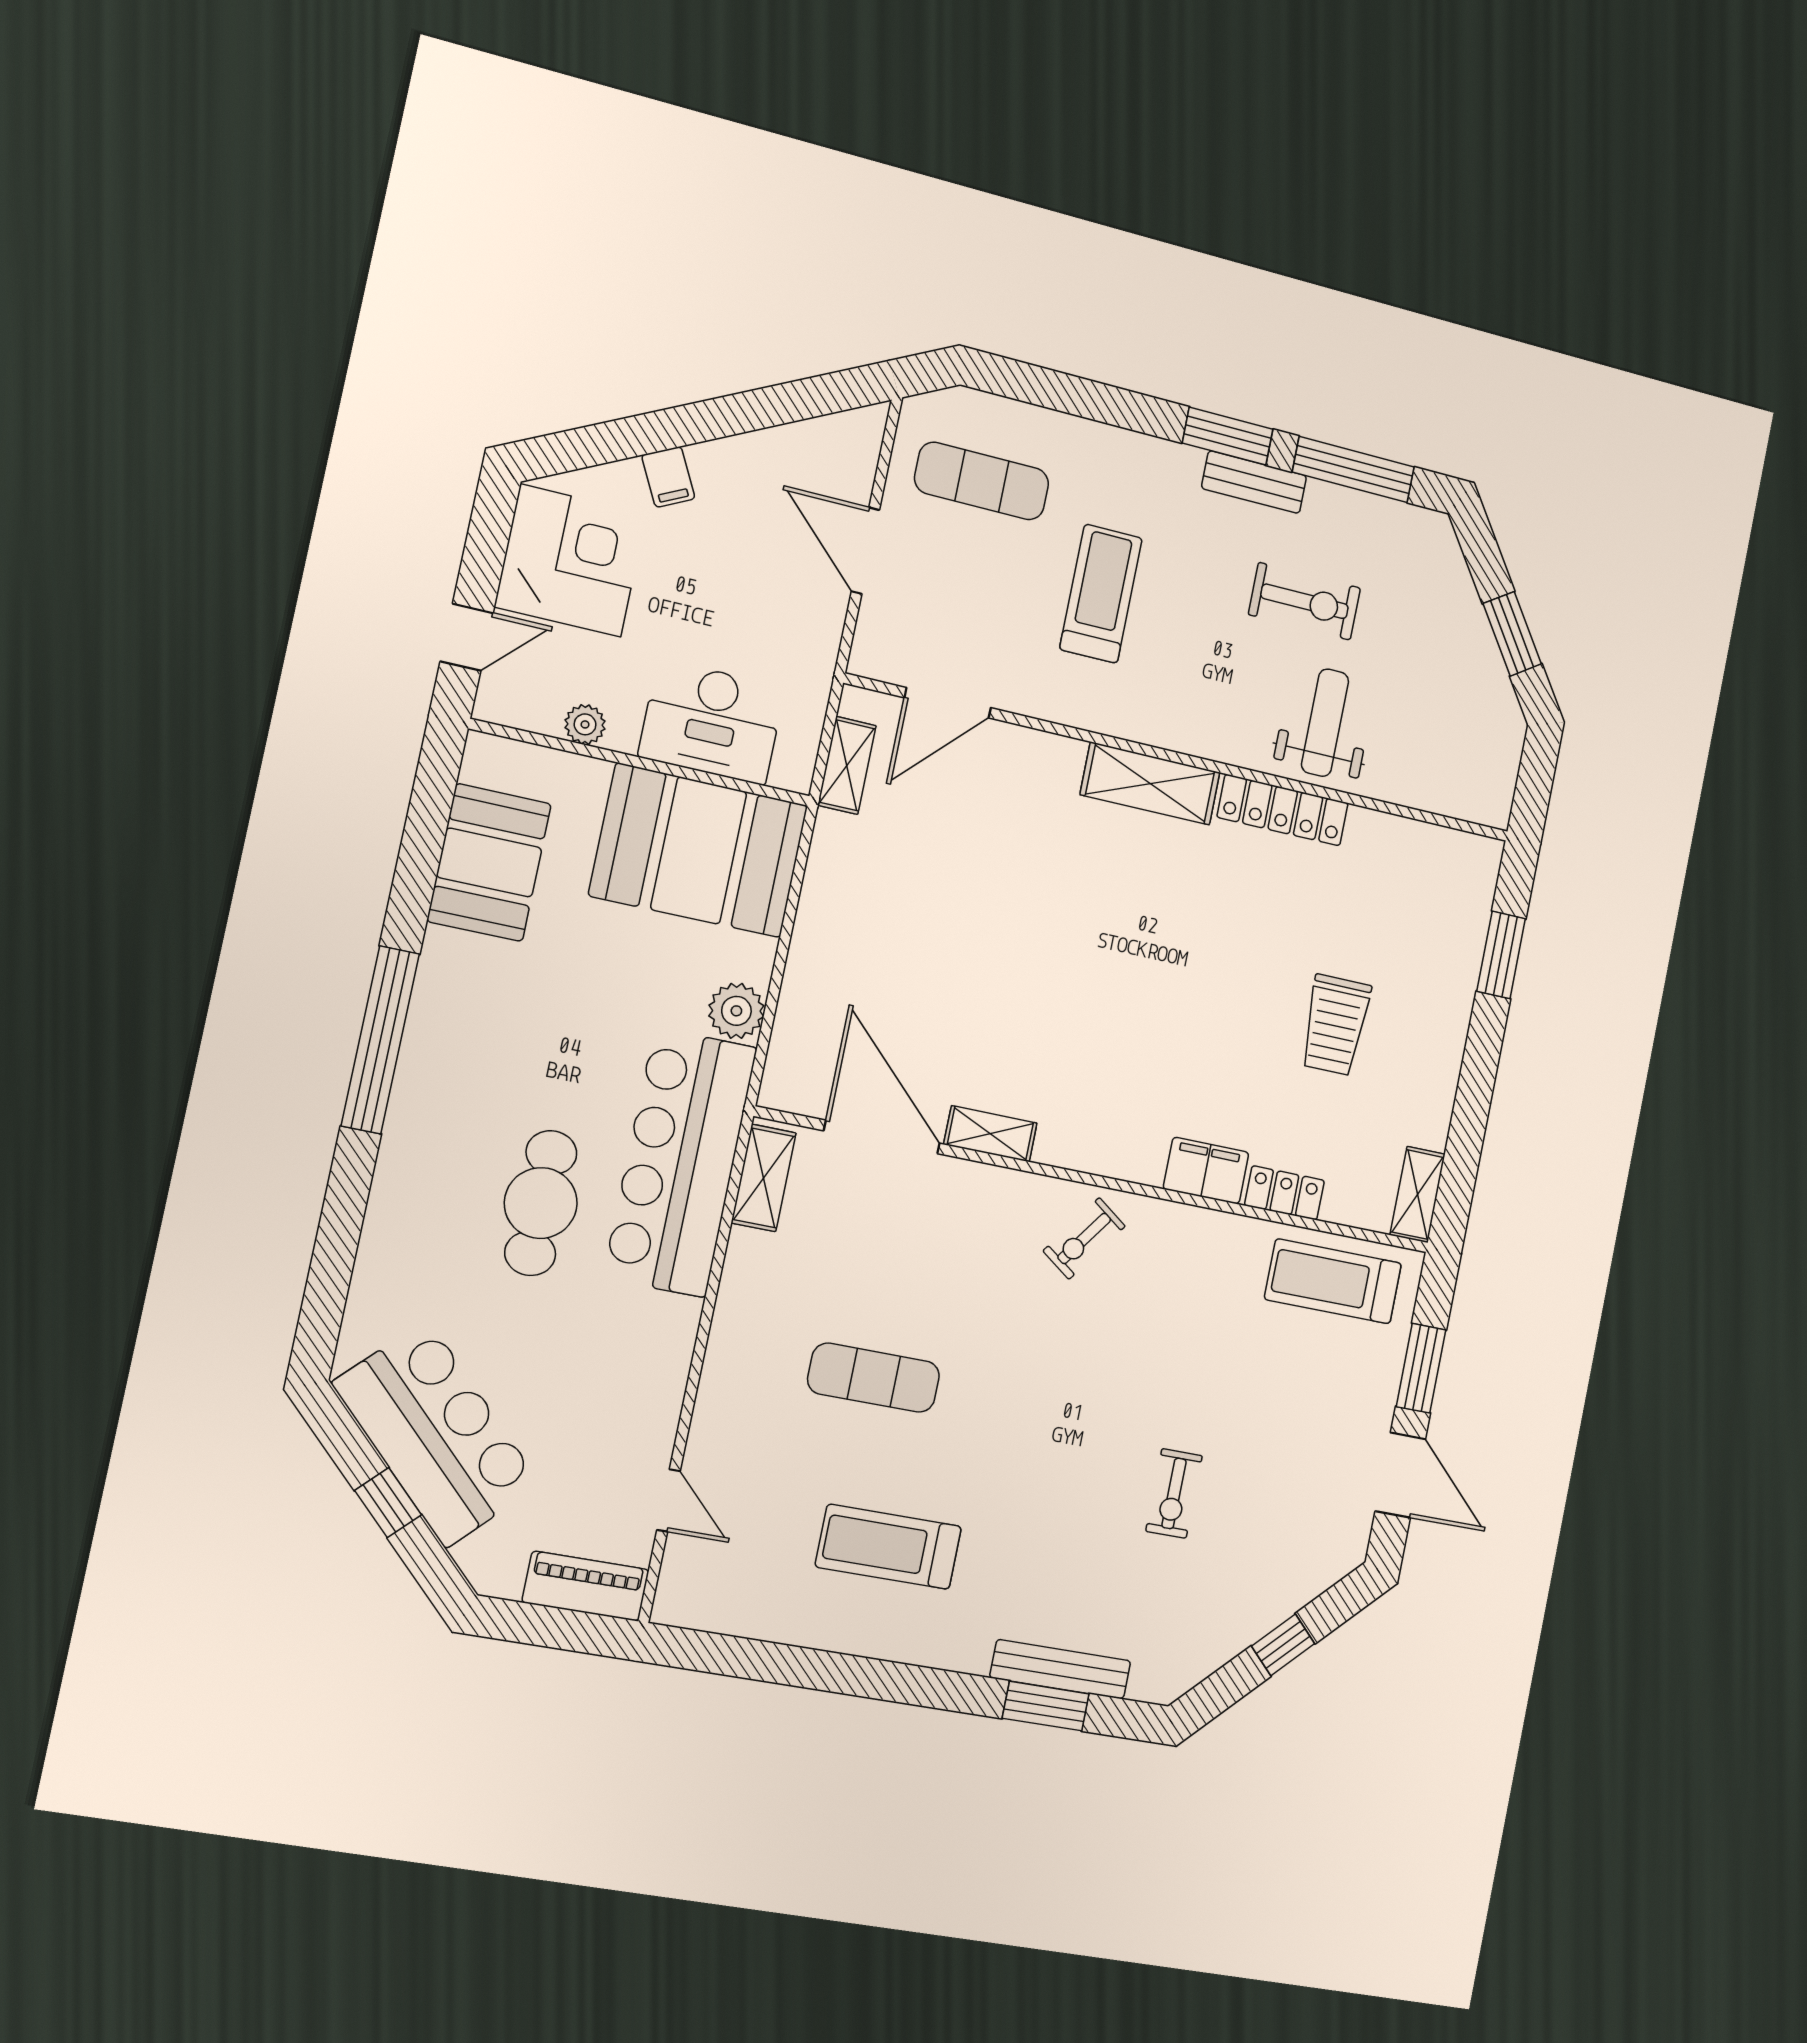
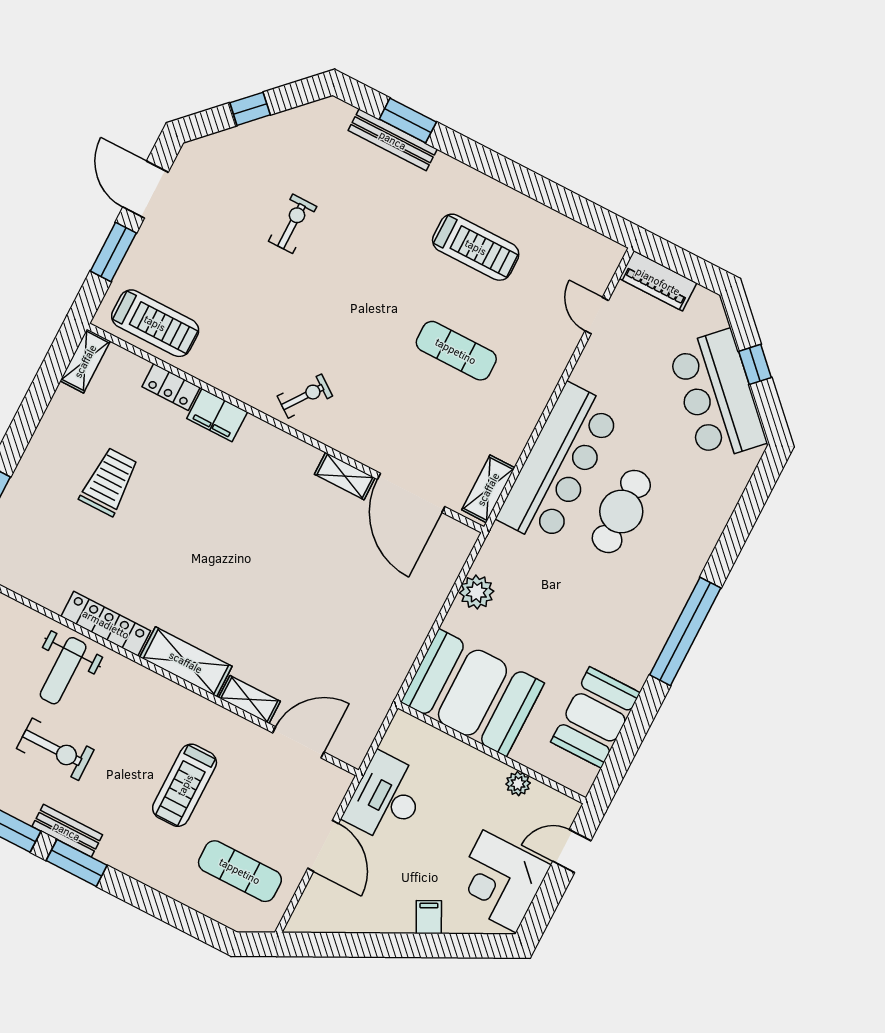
exercise bike: (1305, 601) -> (55, 749), turned 180
desk: (712, 722) -> (386, 798), moved, turned -90
shelving: (847, 765) -> (249, 700), moved, turned 90
bar counter: (680, 1162) -> (559, 464), moved

